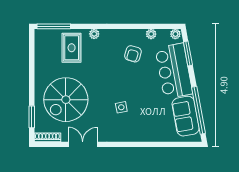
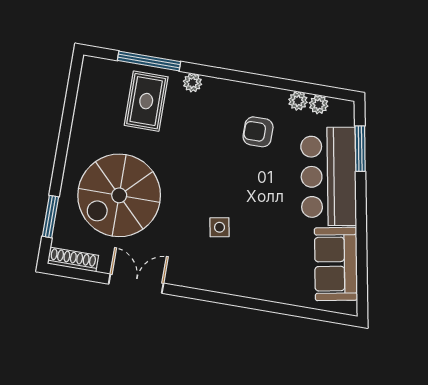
window: (54, 26) -> (149, 61), moved
plant: (175, 34) -> (319, 104), moved
armchair: (133, 54) -> (258, 132), turned 74
window: (198, 110) -> (362, 257), removed

